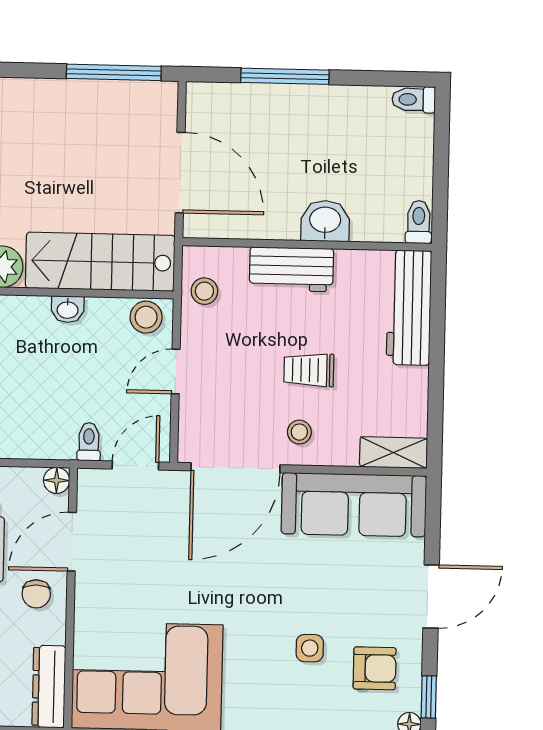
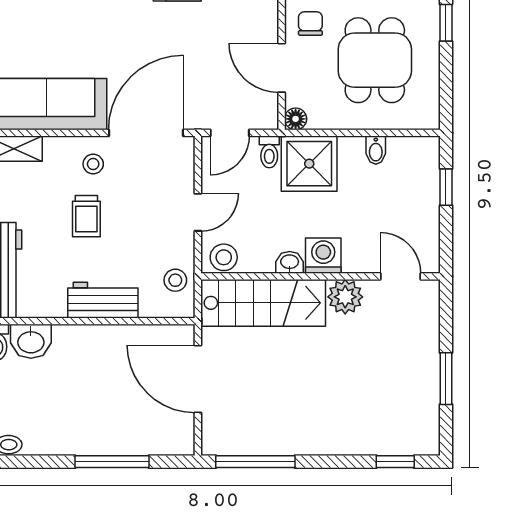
washbasin: (325, 221) -> (31, 341), moved
washing machine: (27, 316) -> (323, 256), added
trolley: (309, 370) -> (86, 216), turned 90
shower: (41, 427) -> (309, 164), added
door: (72, 542) -> (282, 68), swing flipped

